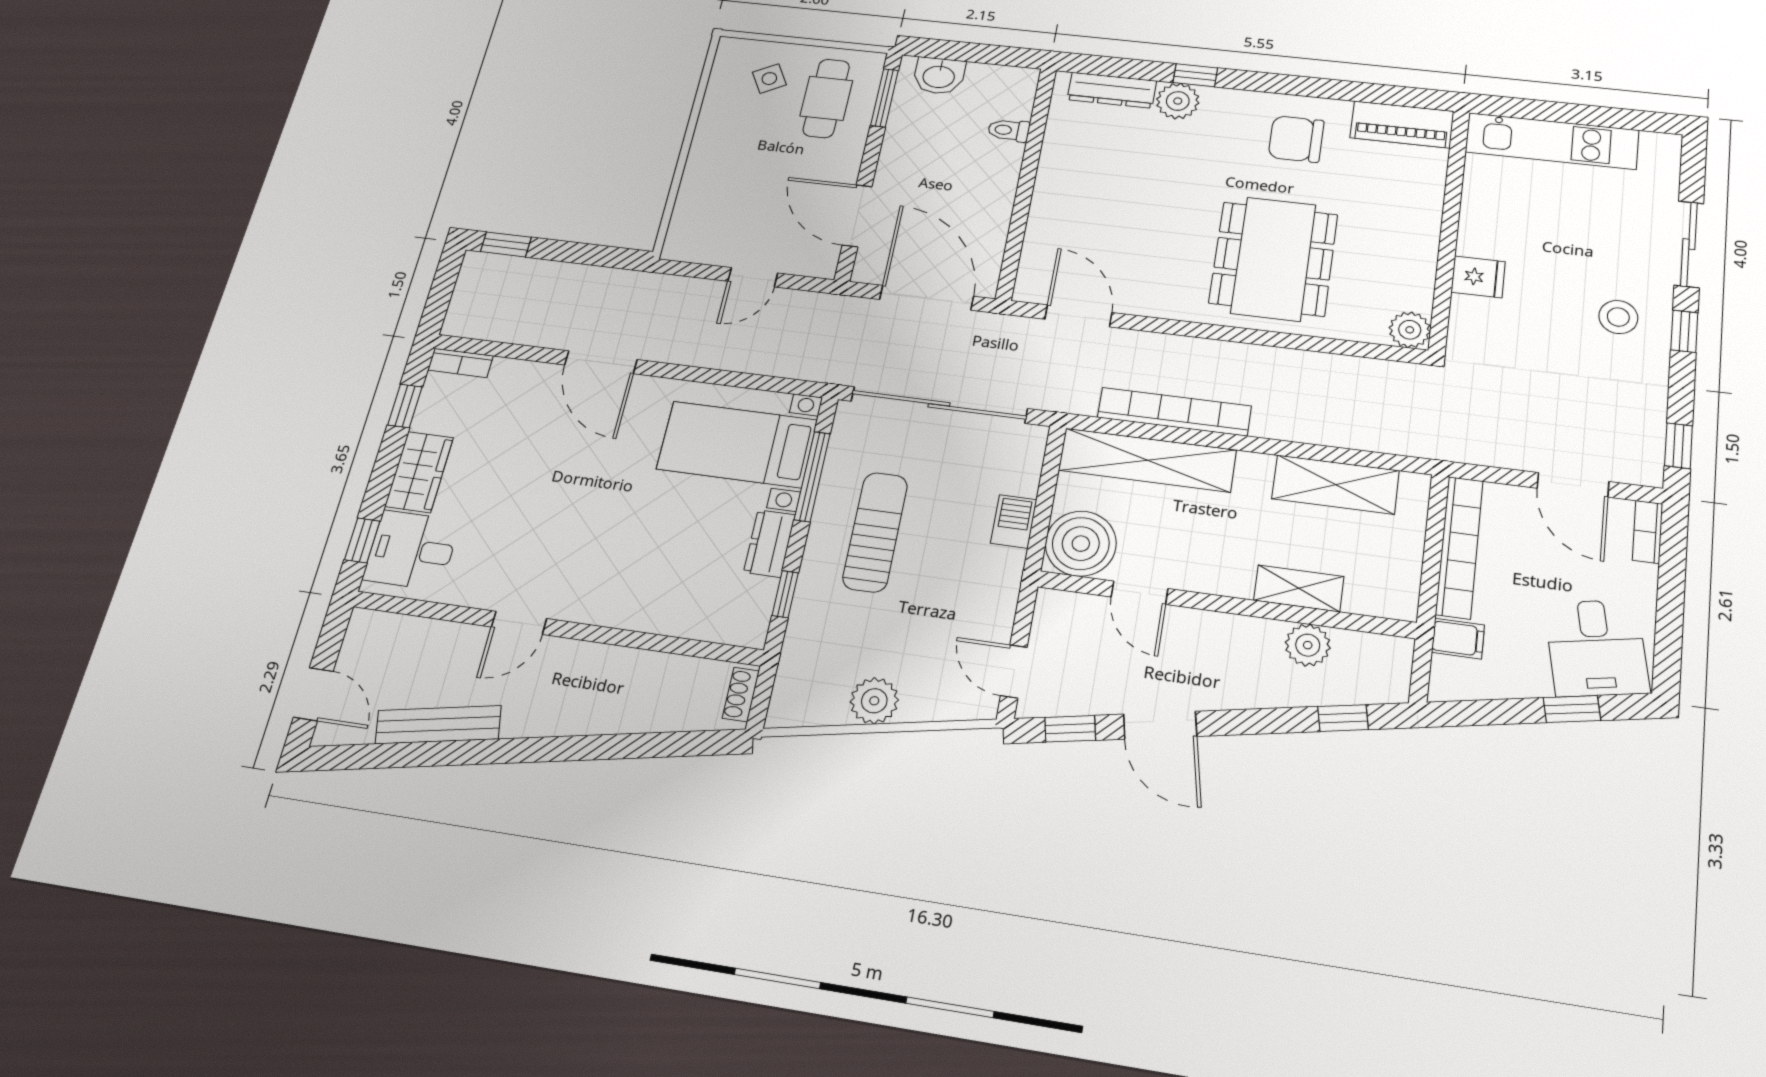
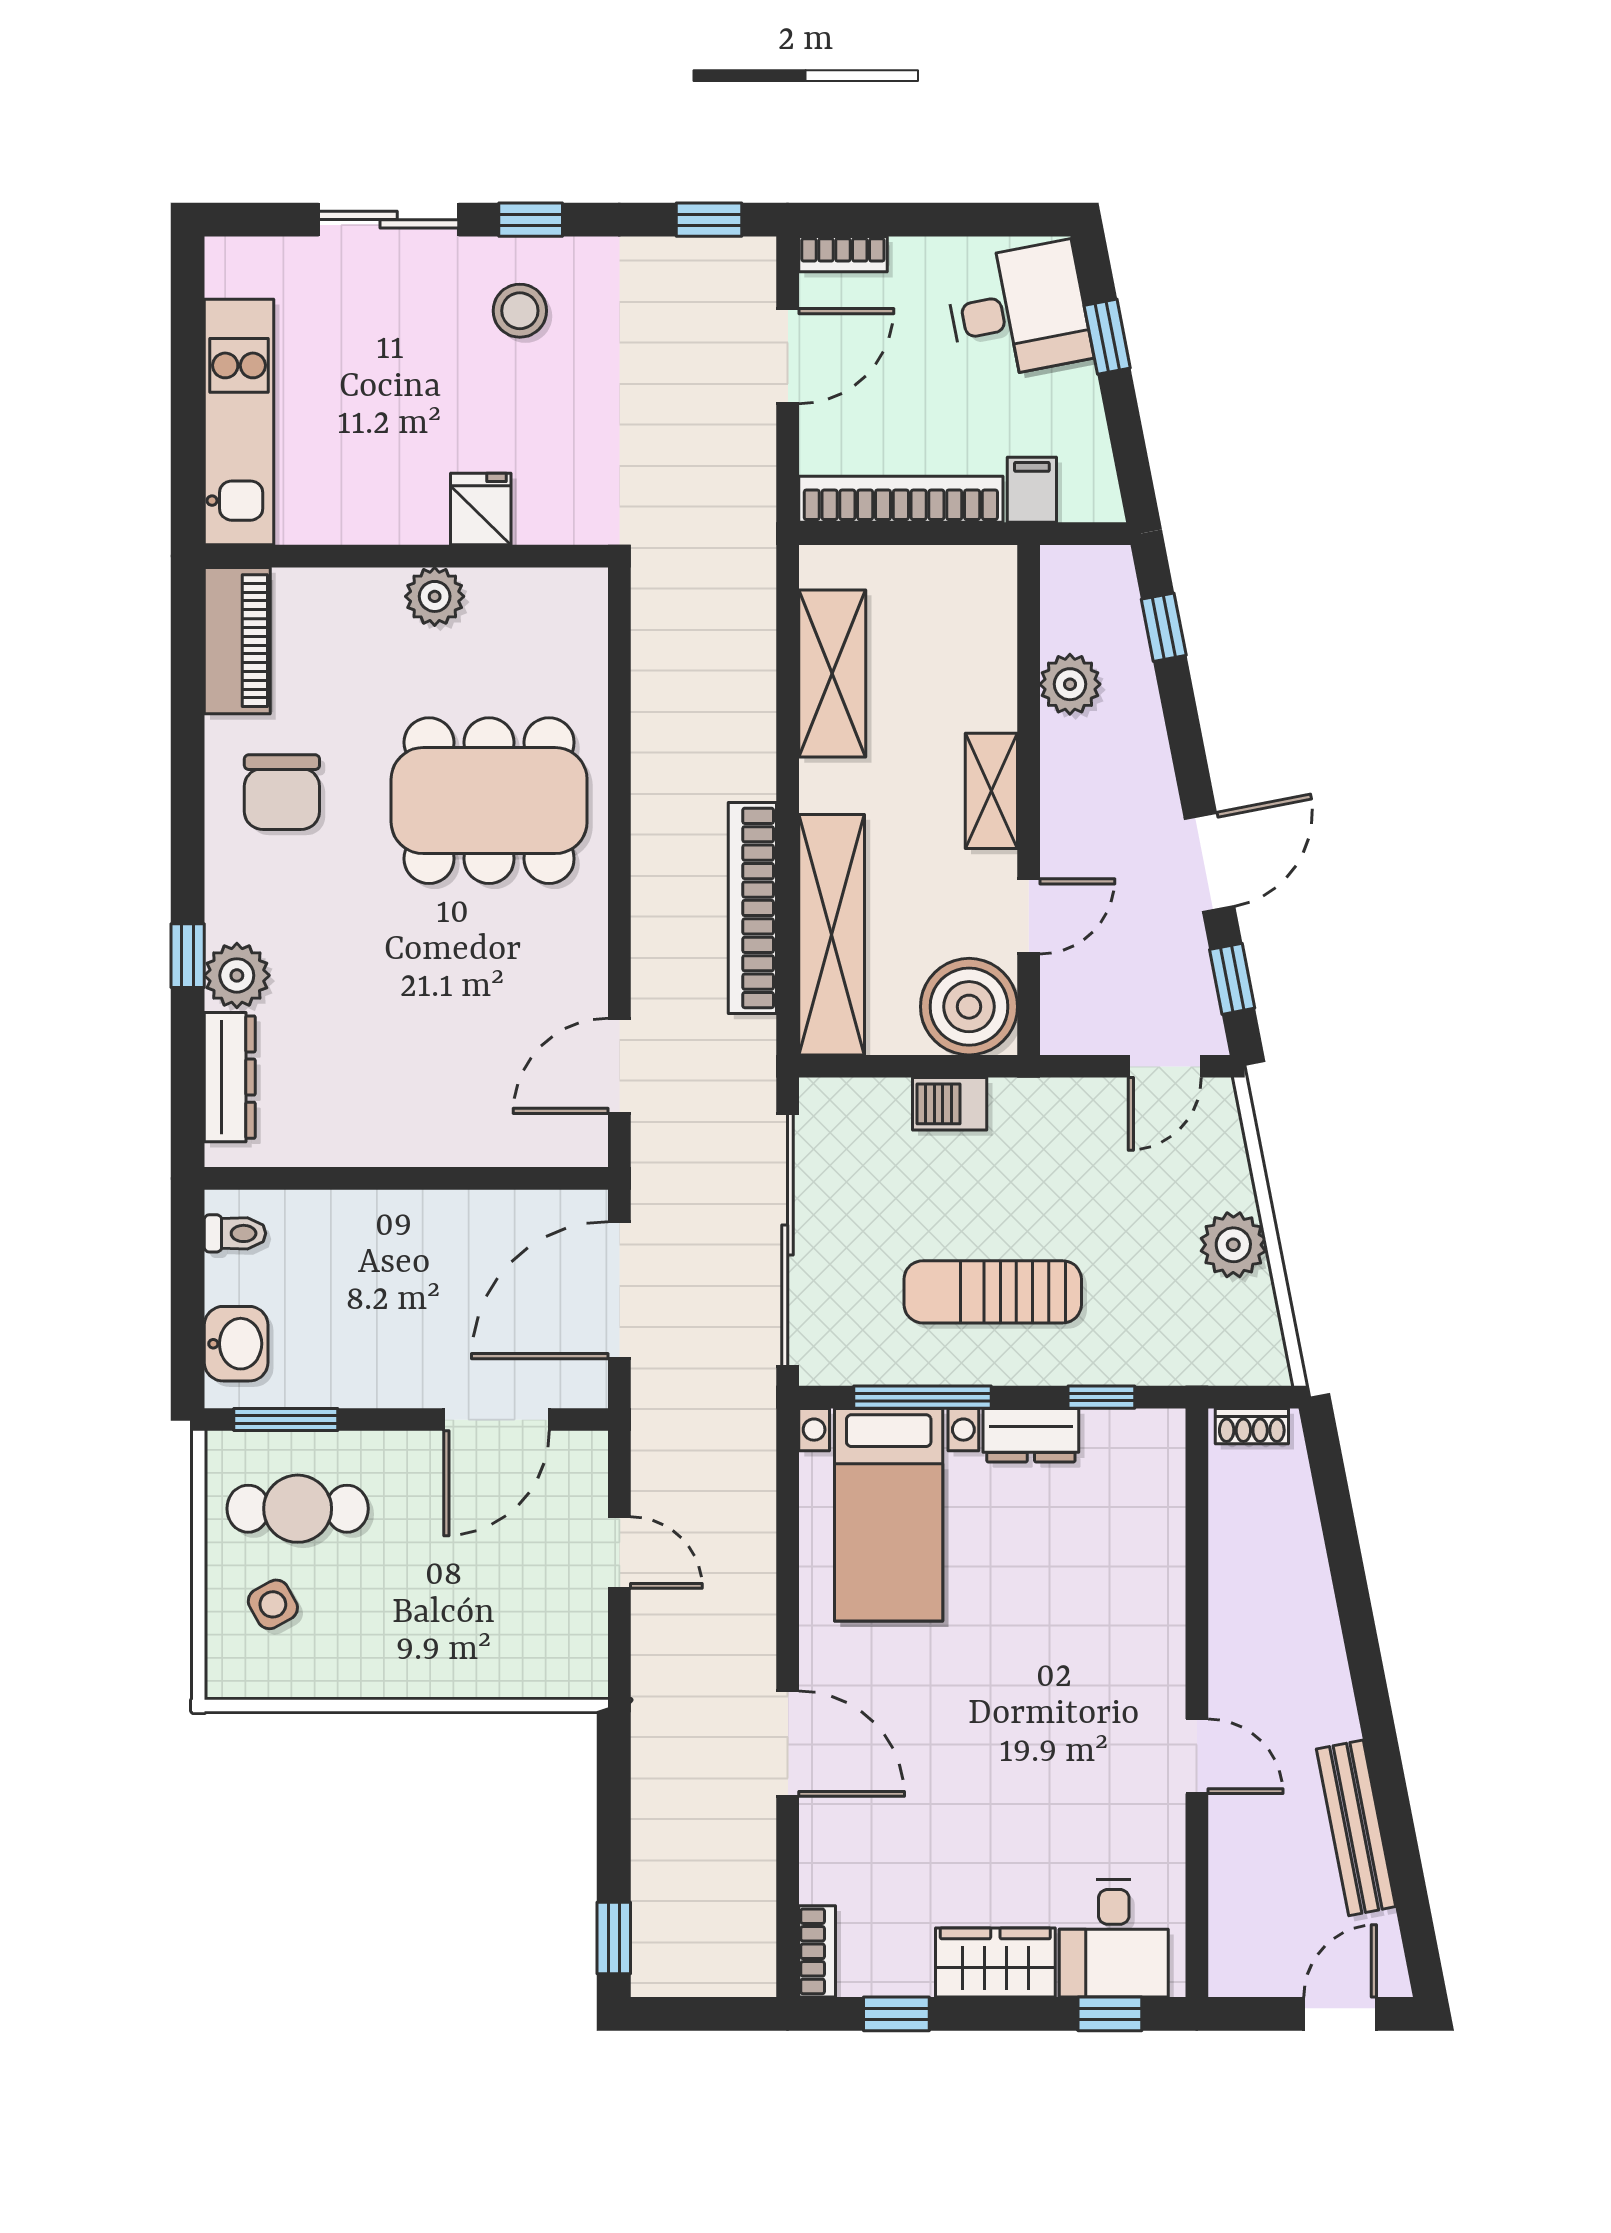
toilet: (1009, 130) -> (235, 1233), moved, turned -90
plant: (1410, 330) -> (435, 596), moved
door: (601, 362) -> (788, 1744), hinge flipped
shelving: (1299, 588) -> (991, 791), moved

